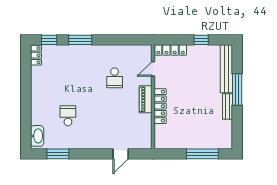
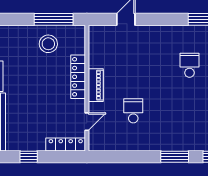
school desk: (68, 116) -> (189, 65), turned 180
stool: (185, 133) -> (48, 44), added
window: (202, 154) -> (54, 19), moved

